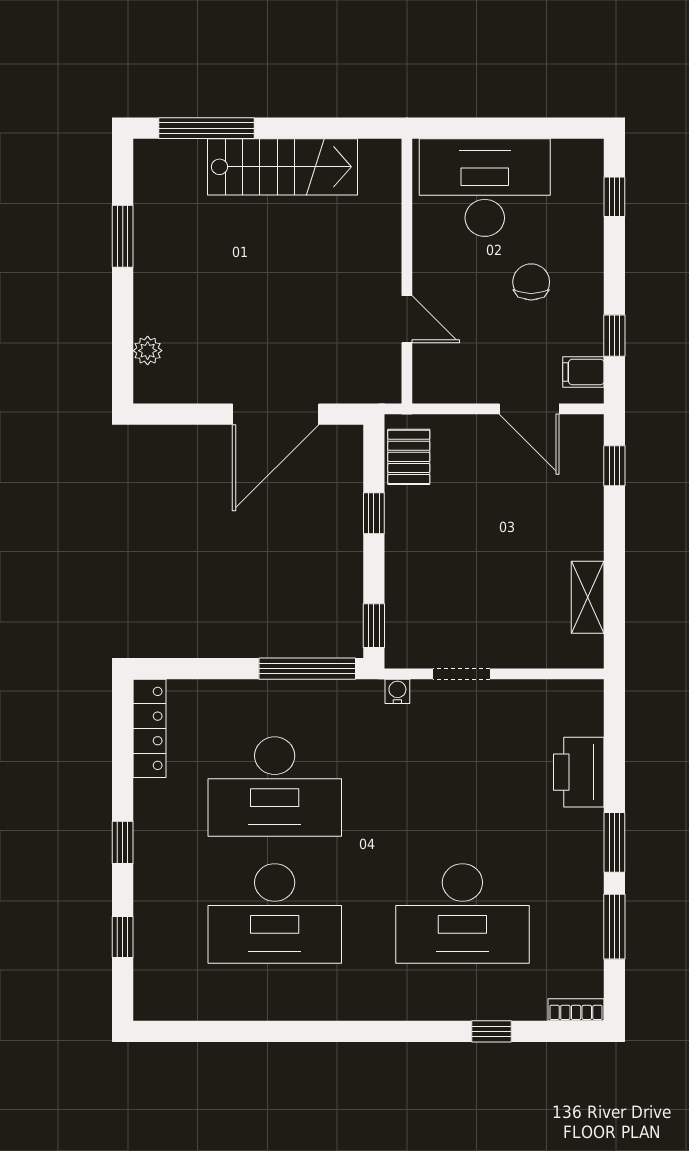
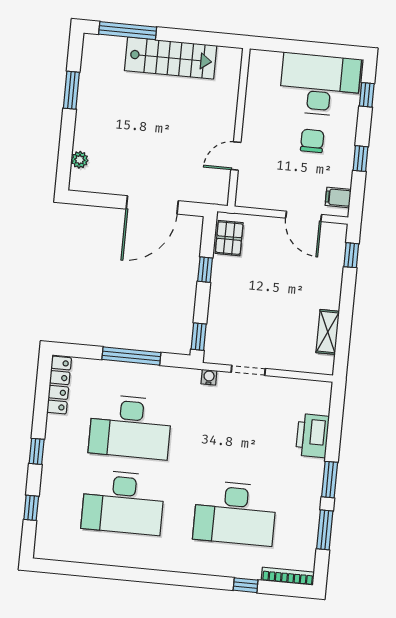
desk: (485, 188) -> (320, 85), moved
door: (407, 319) -> (236, 156), swing flipped
window: (614, 336) -> (361, 159), moved
window: (307, 669) -> (131, 356), moved
bookcase: (576, 1010) -> (288, 576), width x1.56

